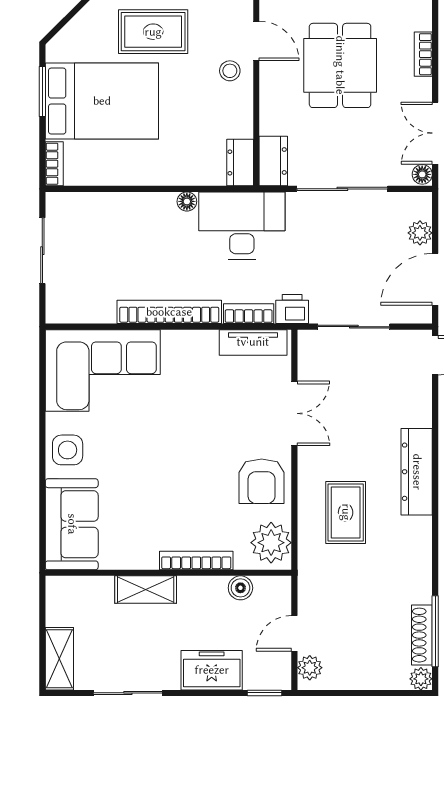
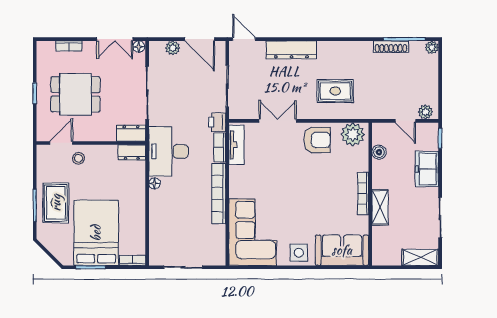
dresser: (417, 472) -> (291, 50), moved
bookcase: (196, 561) -> (363, 194), moved
shoe rack: (422, 635) -> (391, 47), moved

